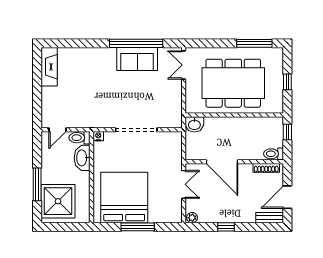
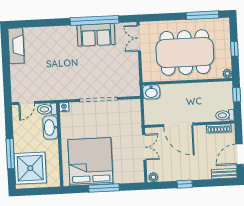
plant: (278, 108) -> (227, 74), added

